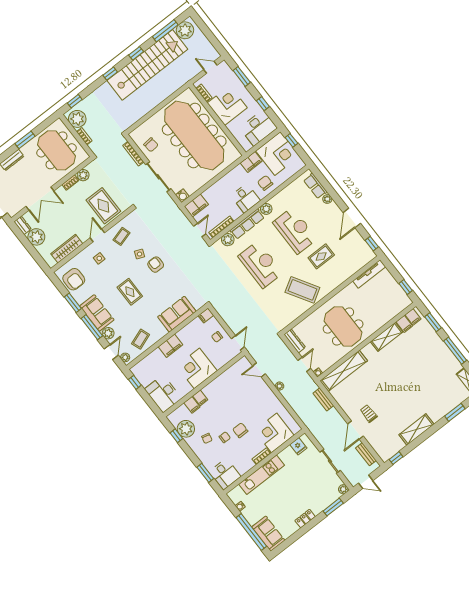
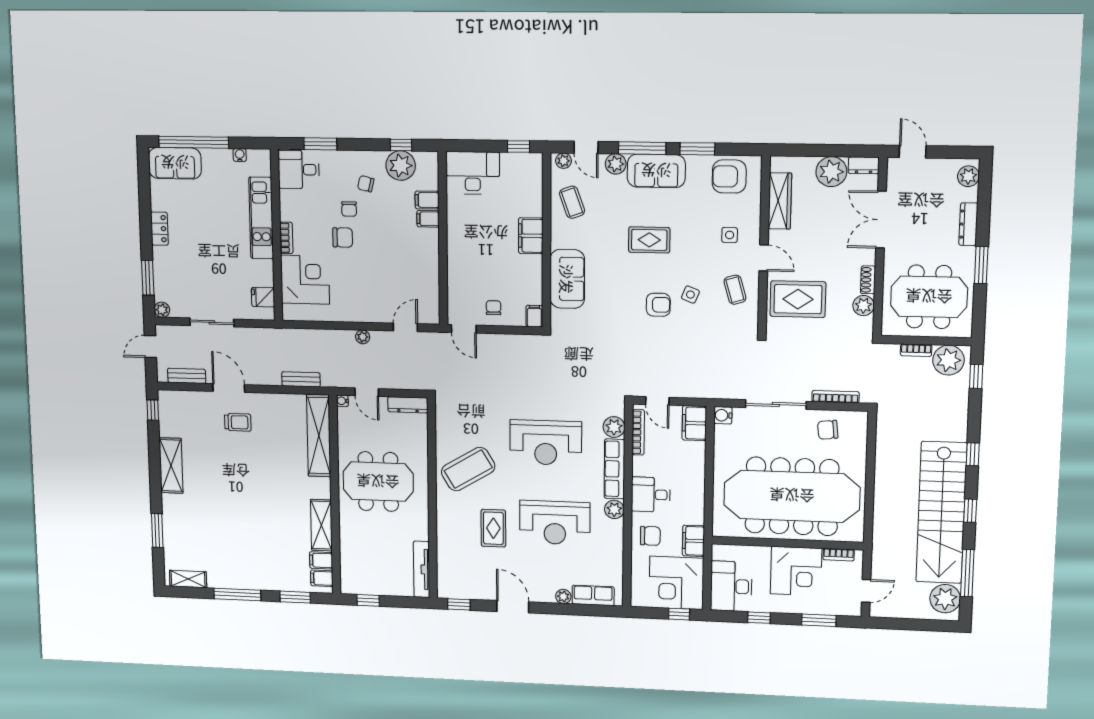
corner desk: (197, 368) -> (472, 246), removed

